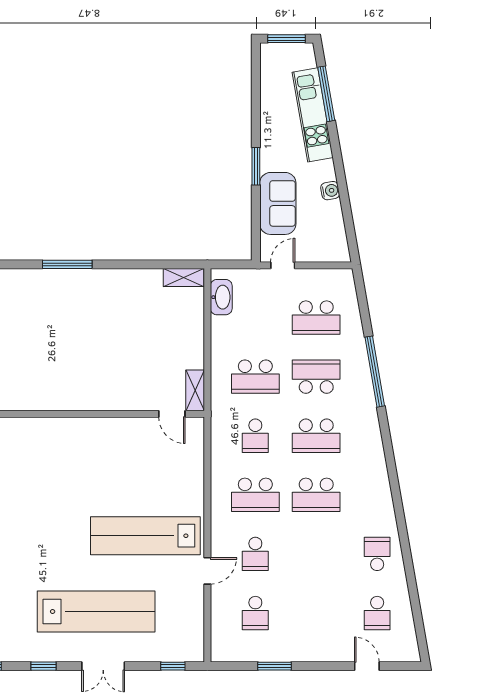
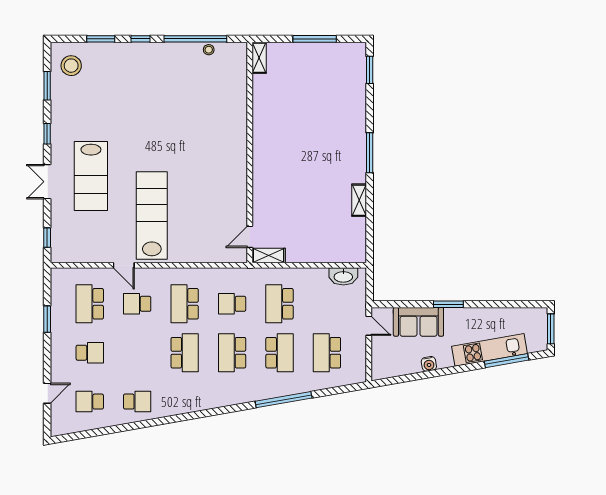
shelving: (184, 277) -> (359, 200), moved
school desk: (316, 495) -> (185, 353), turned 180
lab bench: (96, 612) -> (91, 176), width x0.73
school desk: (255, 613) -> (90, 304), width x1.85
school desk: (316, 613) -> (90, 353), added

